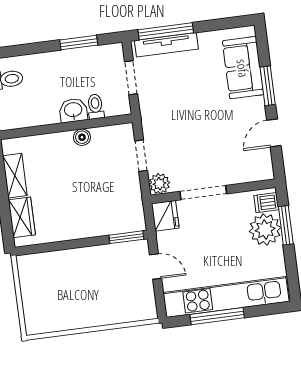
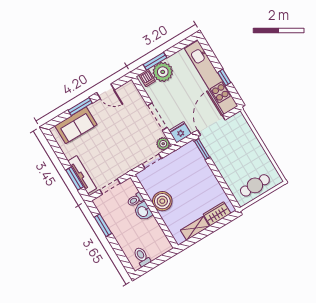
window: (166, 31) -> (75, 178), width x0.69
boiler: (82, 137) -> (162, 201), width x1.86, depth x1.86
door: (156, 266) -> (211, 125), width x1.87
cafe table: (39, 291) -> (255, 185), added
window: (217, 316) -> (224, 77), width x0.46

